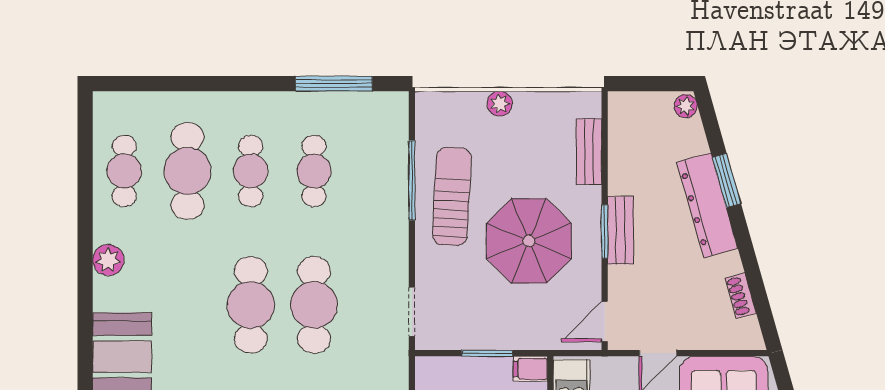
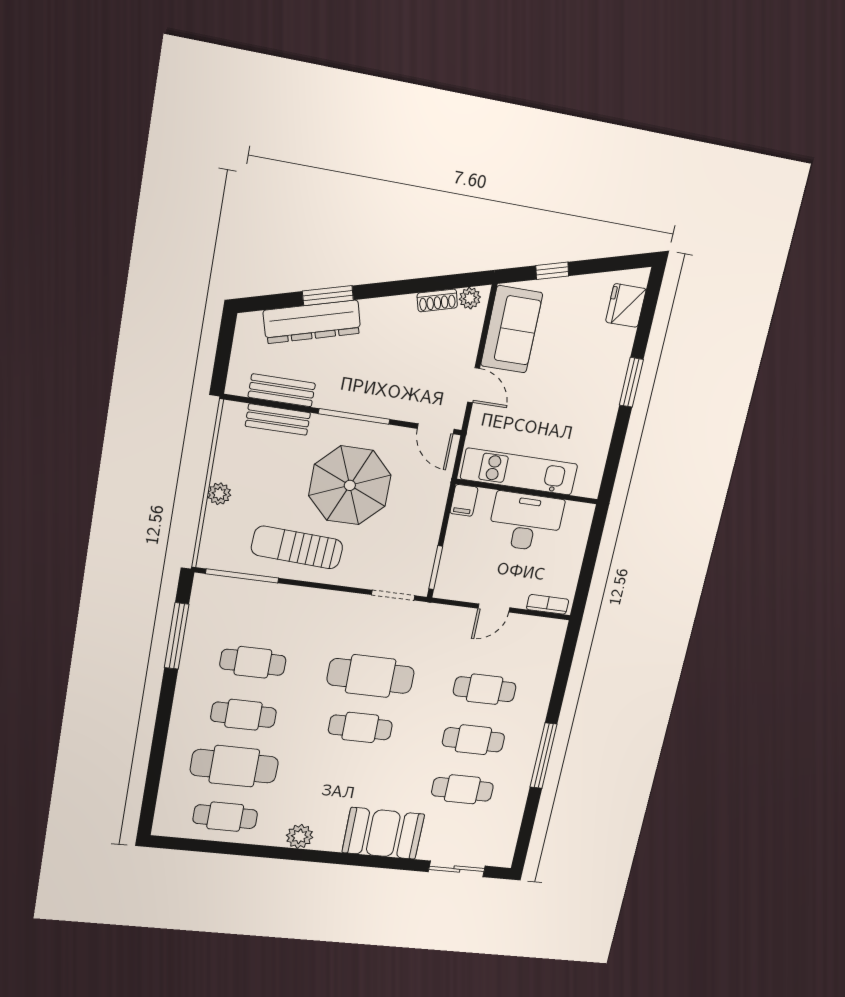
plant: (686, 106) -> (470, 298), moved
window: (412, 180) -> (242, 576), moved
dresser: (707, 205) -> (312, 322), moved
bench: (621, 230) -> (282, 390), moved
window: (605, 231) -> (354, 416), width x1.44
cafe table: (251, 305) -> (360, 727), width x0.73, depth x0.74
window: (487, 353) -> (436, 568), moved

